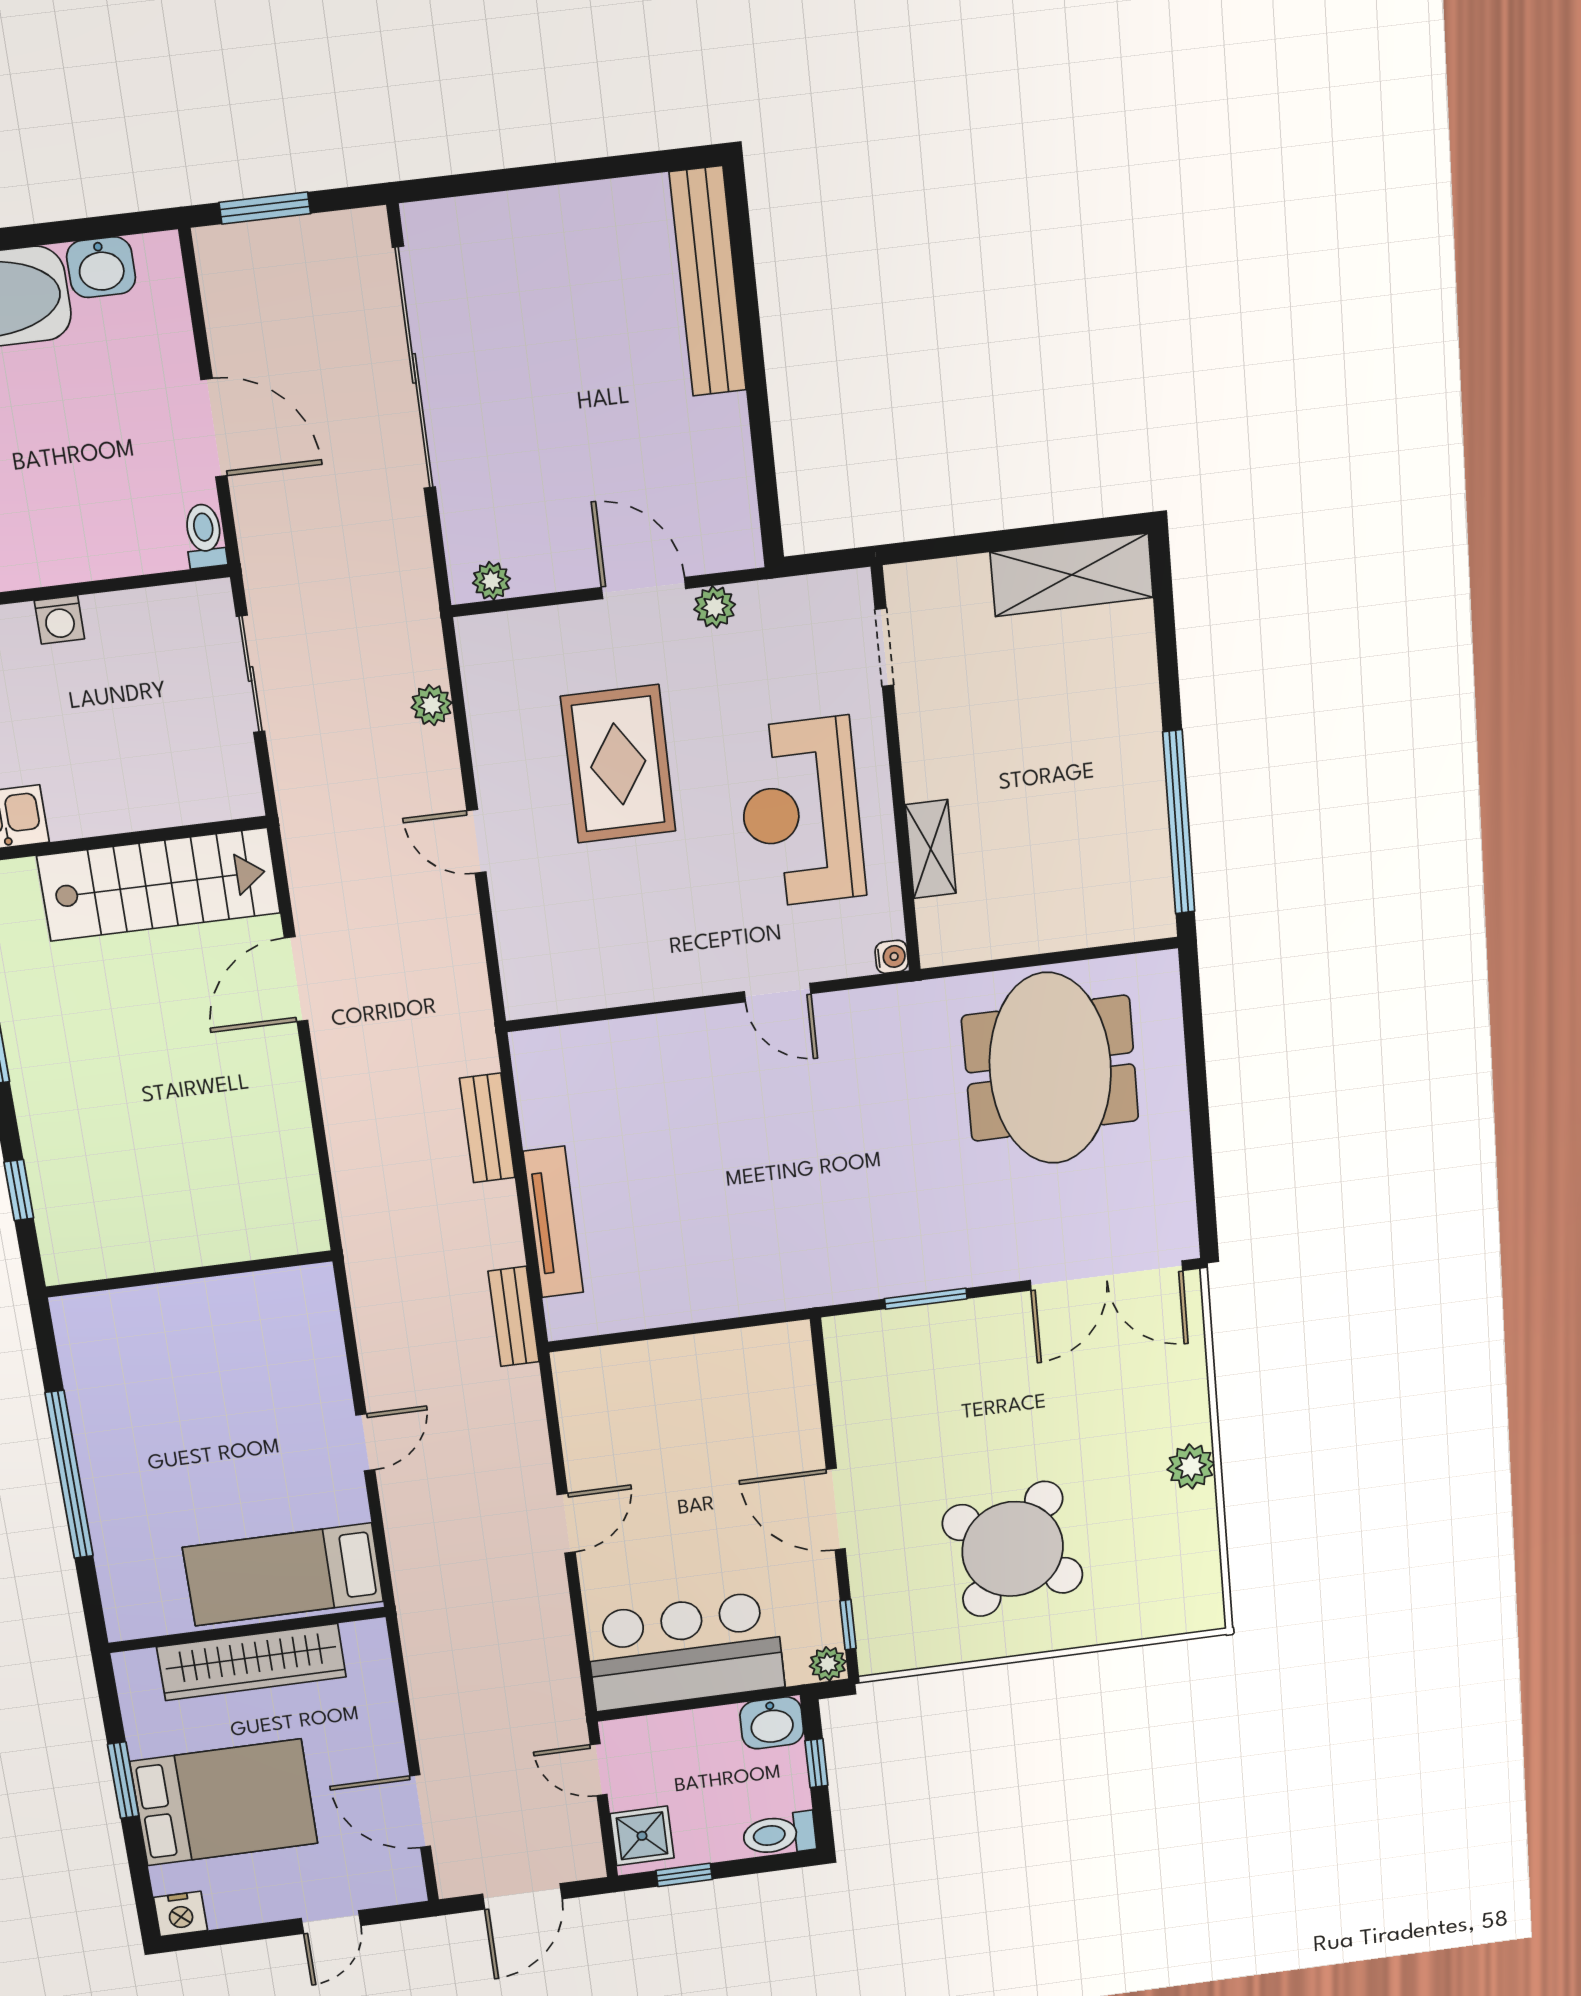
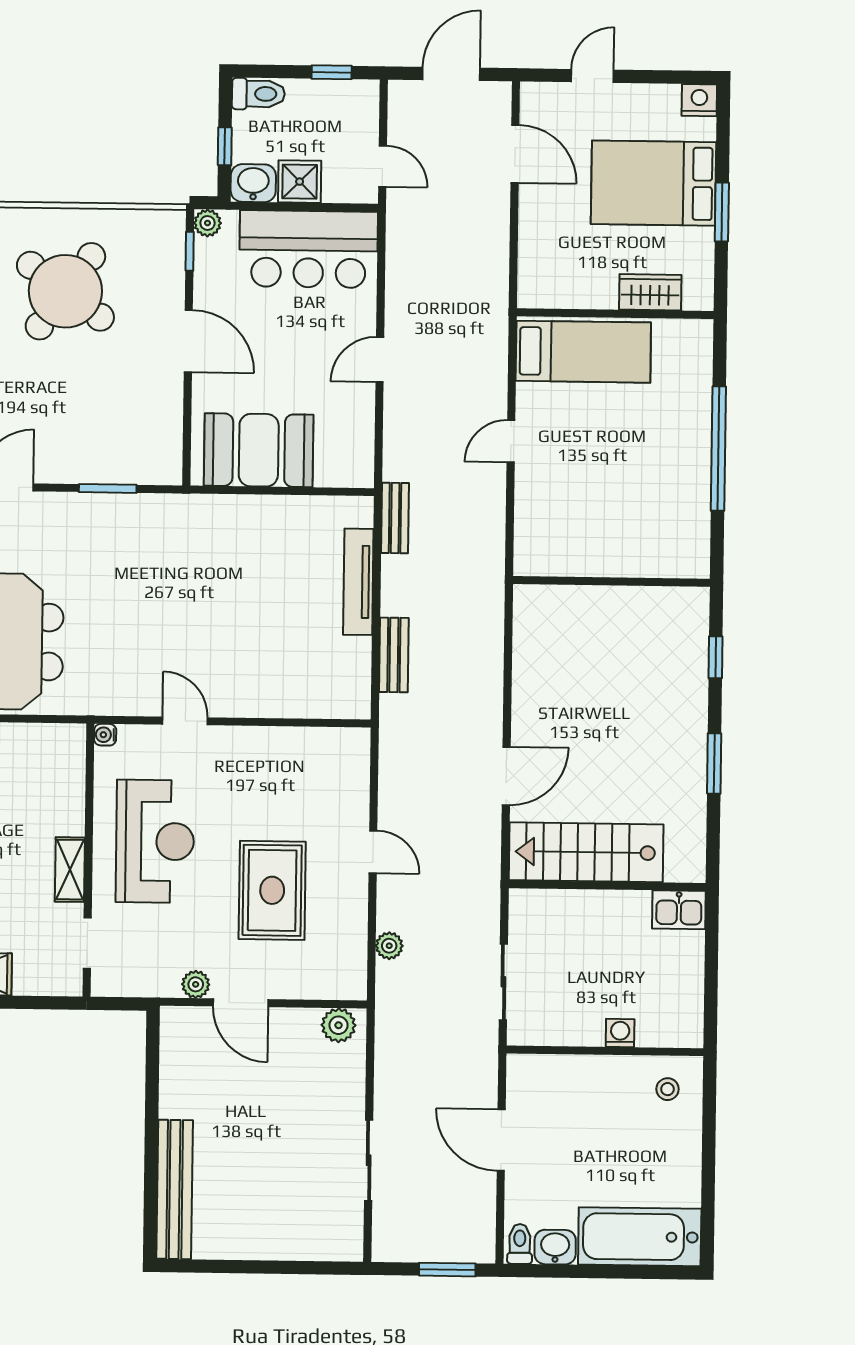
sliding door: (414, 368) -> (369, 1160), width x0.54
toilet: (205, 536) -> (520, 1244), moved, turned 180
plant: (491, 581) -> (339, 1025), width x1.38, depth x1.38
shelving: (931, 849) -> (70, 870), moved
booth: (719, 1380) -> (259, 450), added
wardrobe: (252, 1662) -> (650, 292), width x0.48, depth x0.85
shower: (642, 1836) -> (300, 182), moved

